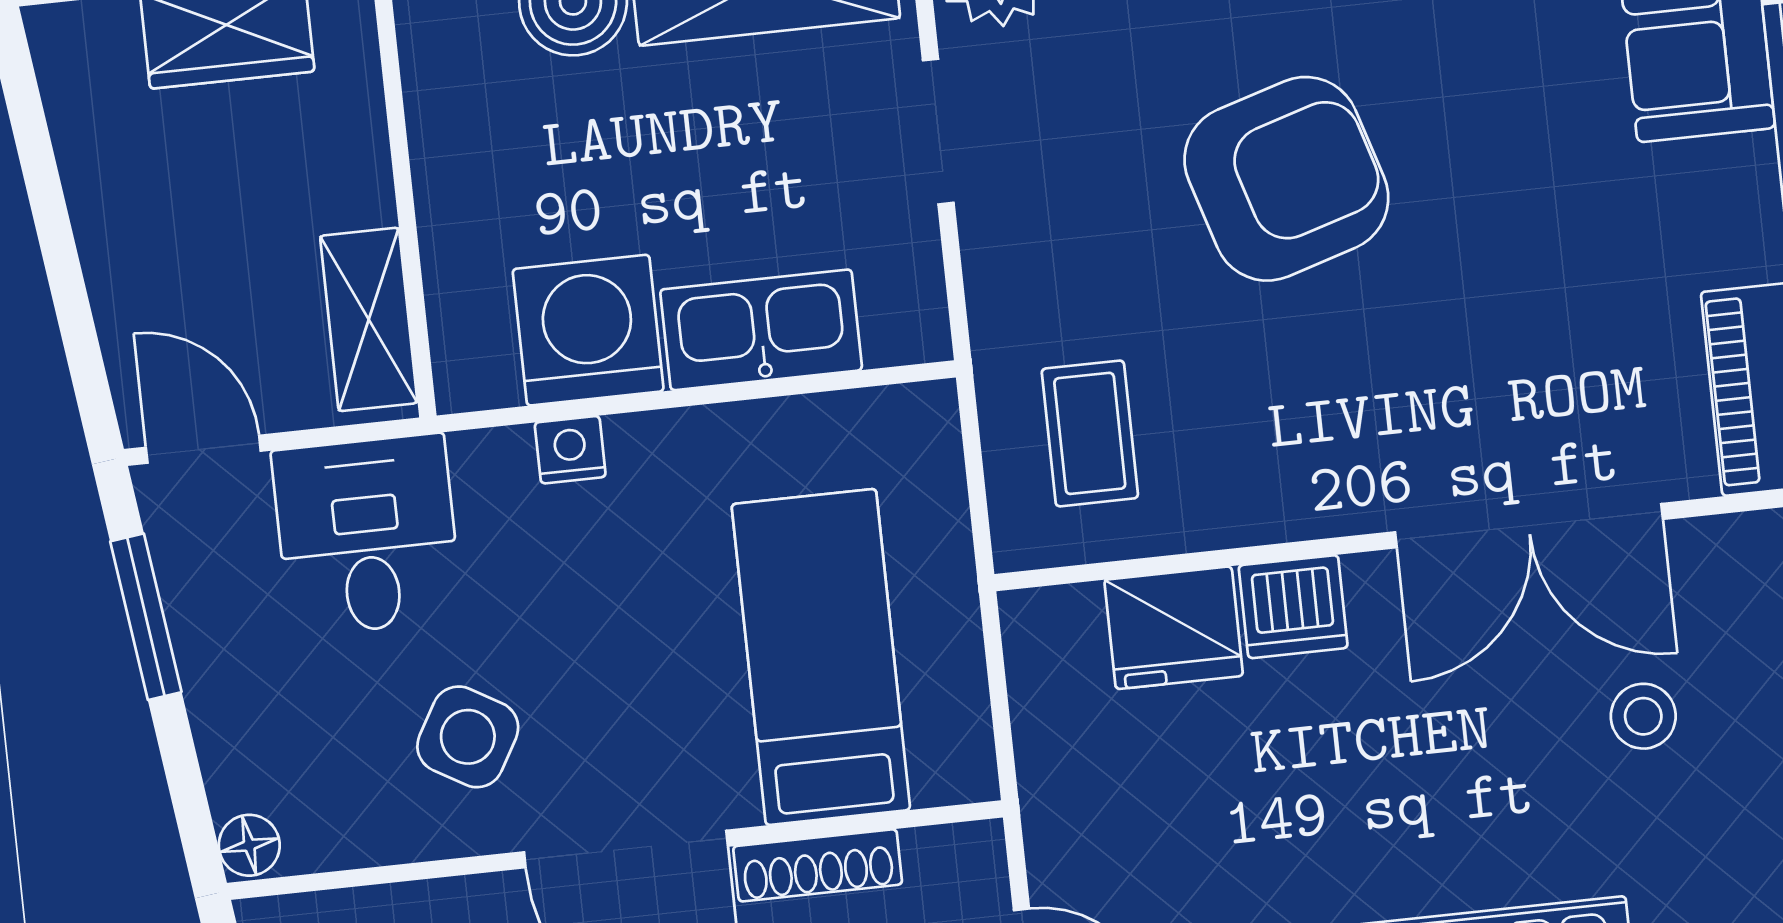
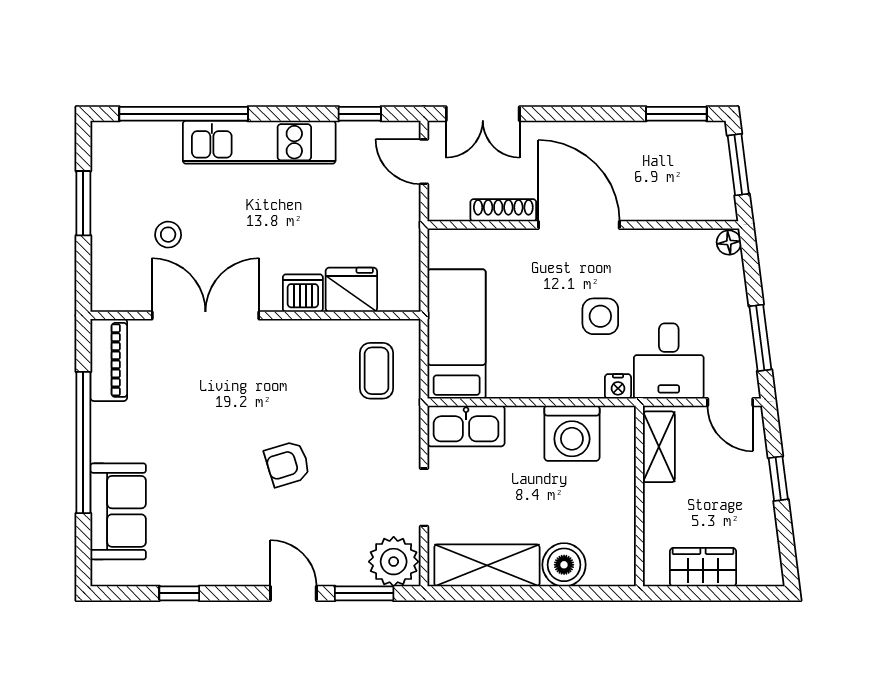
armchair: (1286, 179) -> (287, 464), width x0.53, depth x0.53
window: (64, 272) -> (778, 479), added
kitchen sink: (761, 330) -> (466, 426), moved
nightstand: (570, 450) -> (618, 386), moved
bed: (821, 657) -> (457, 334), moved, turned 180
side table: (468, 737) -> (600, 316), moved, turned -30

